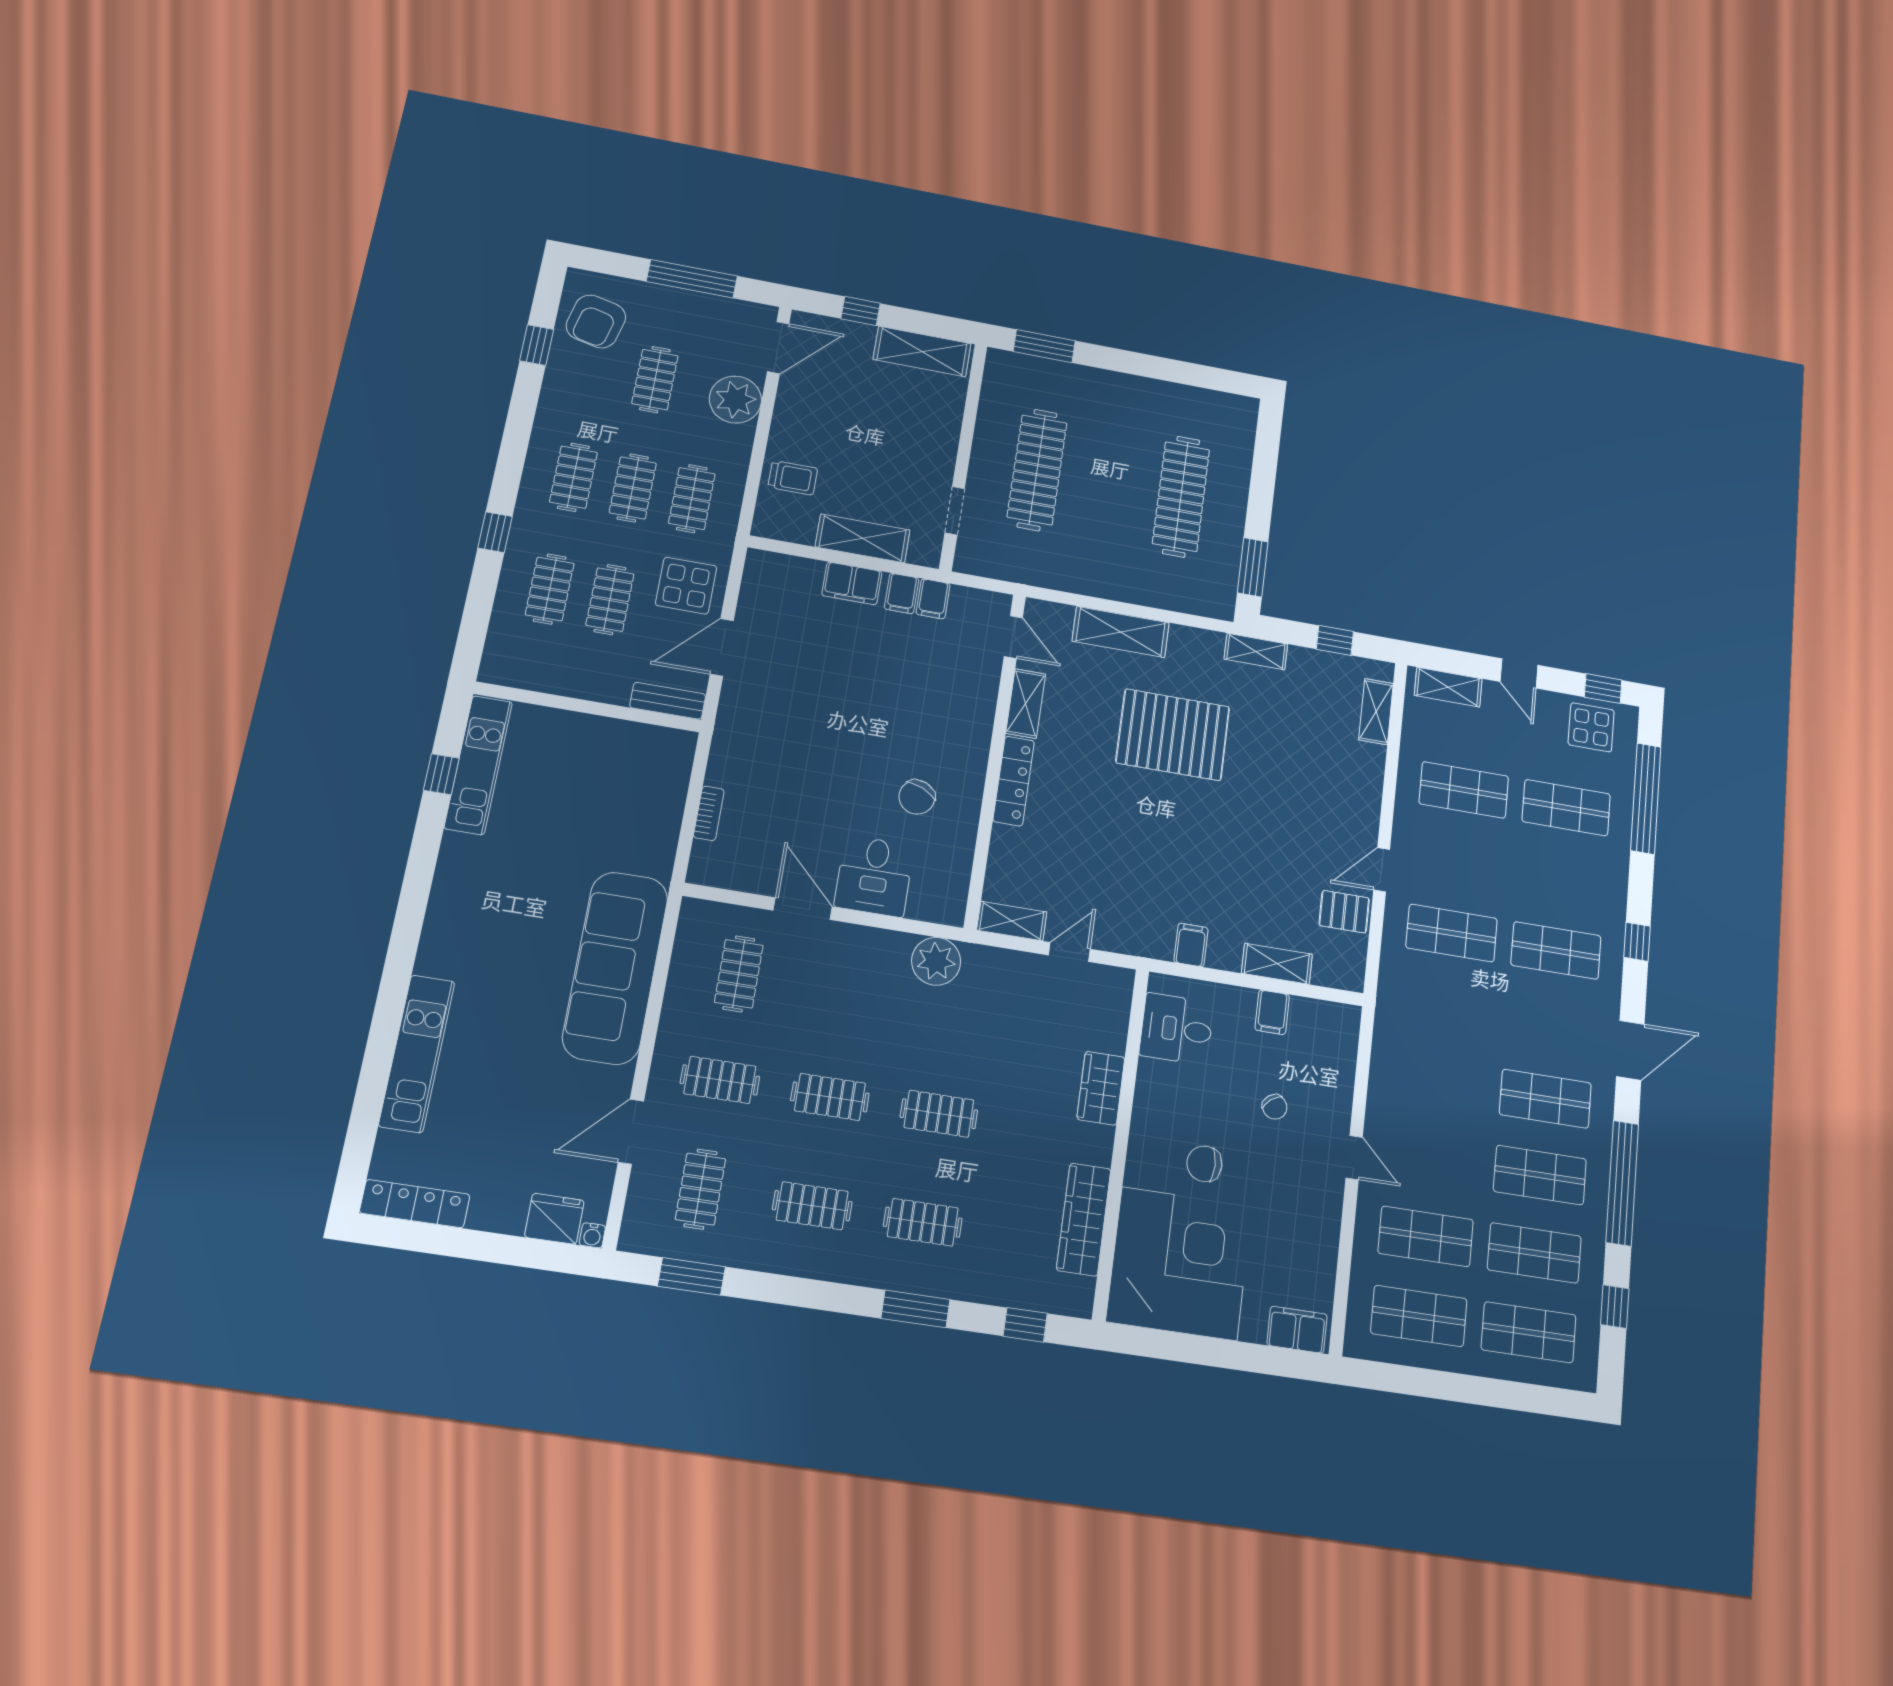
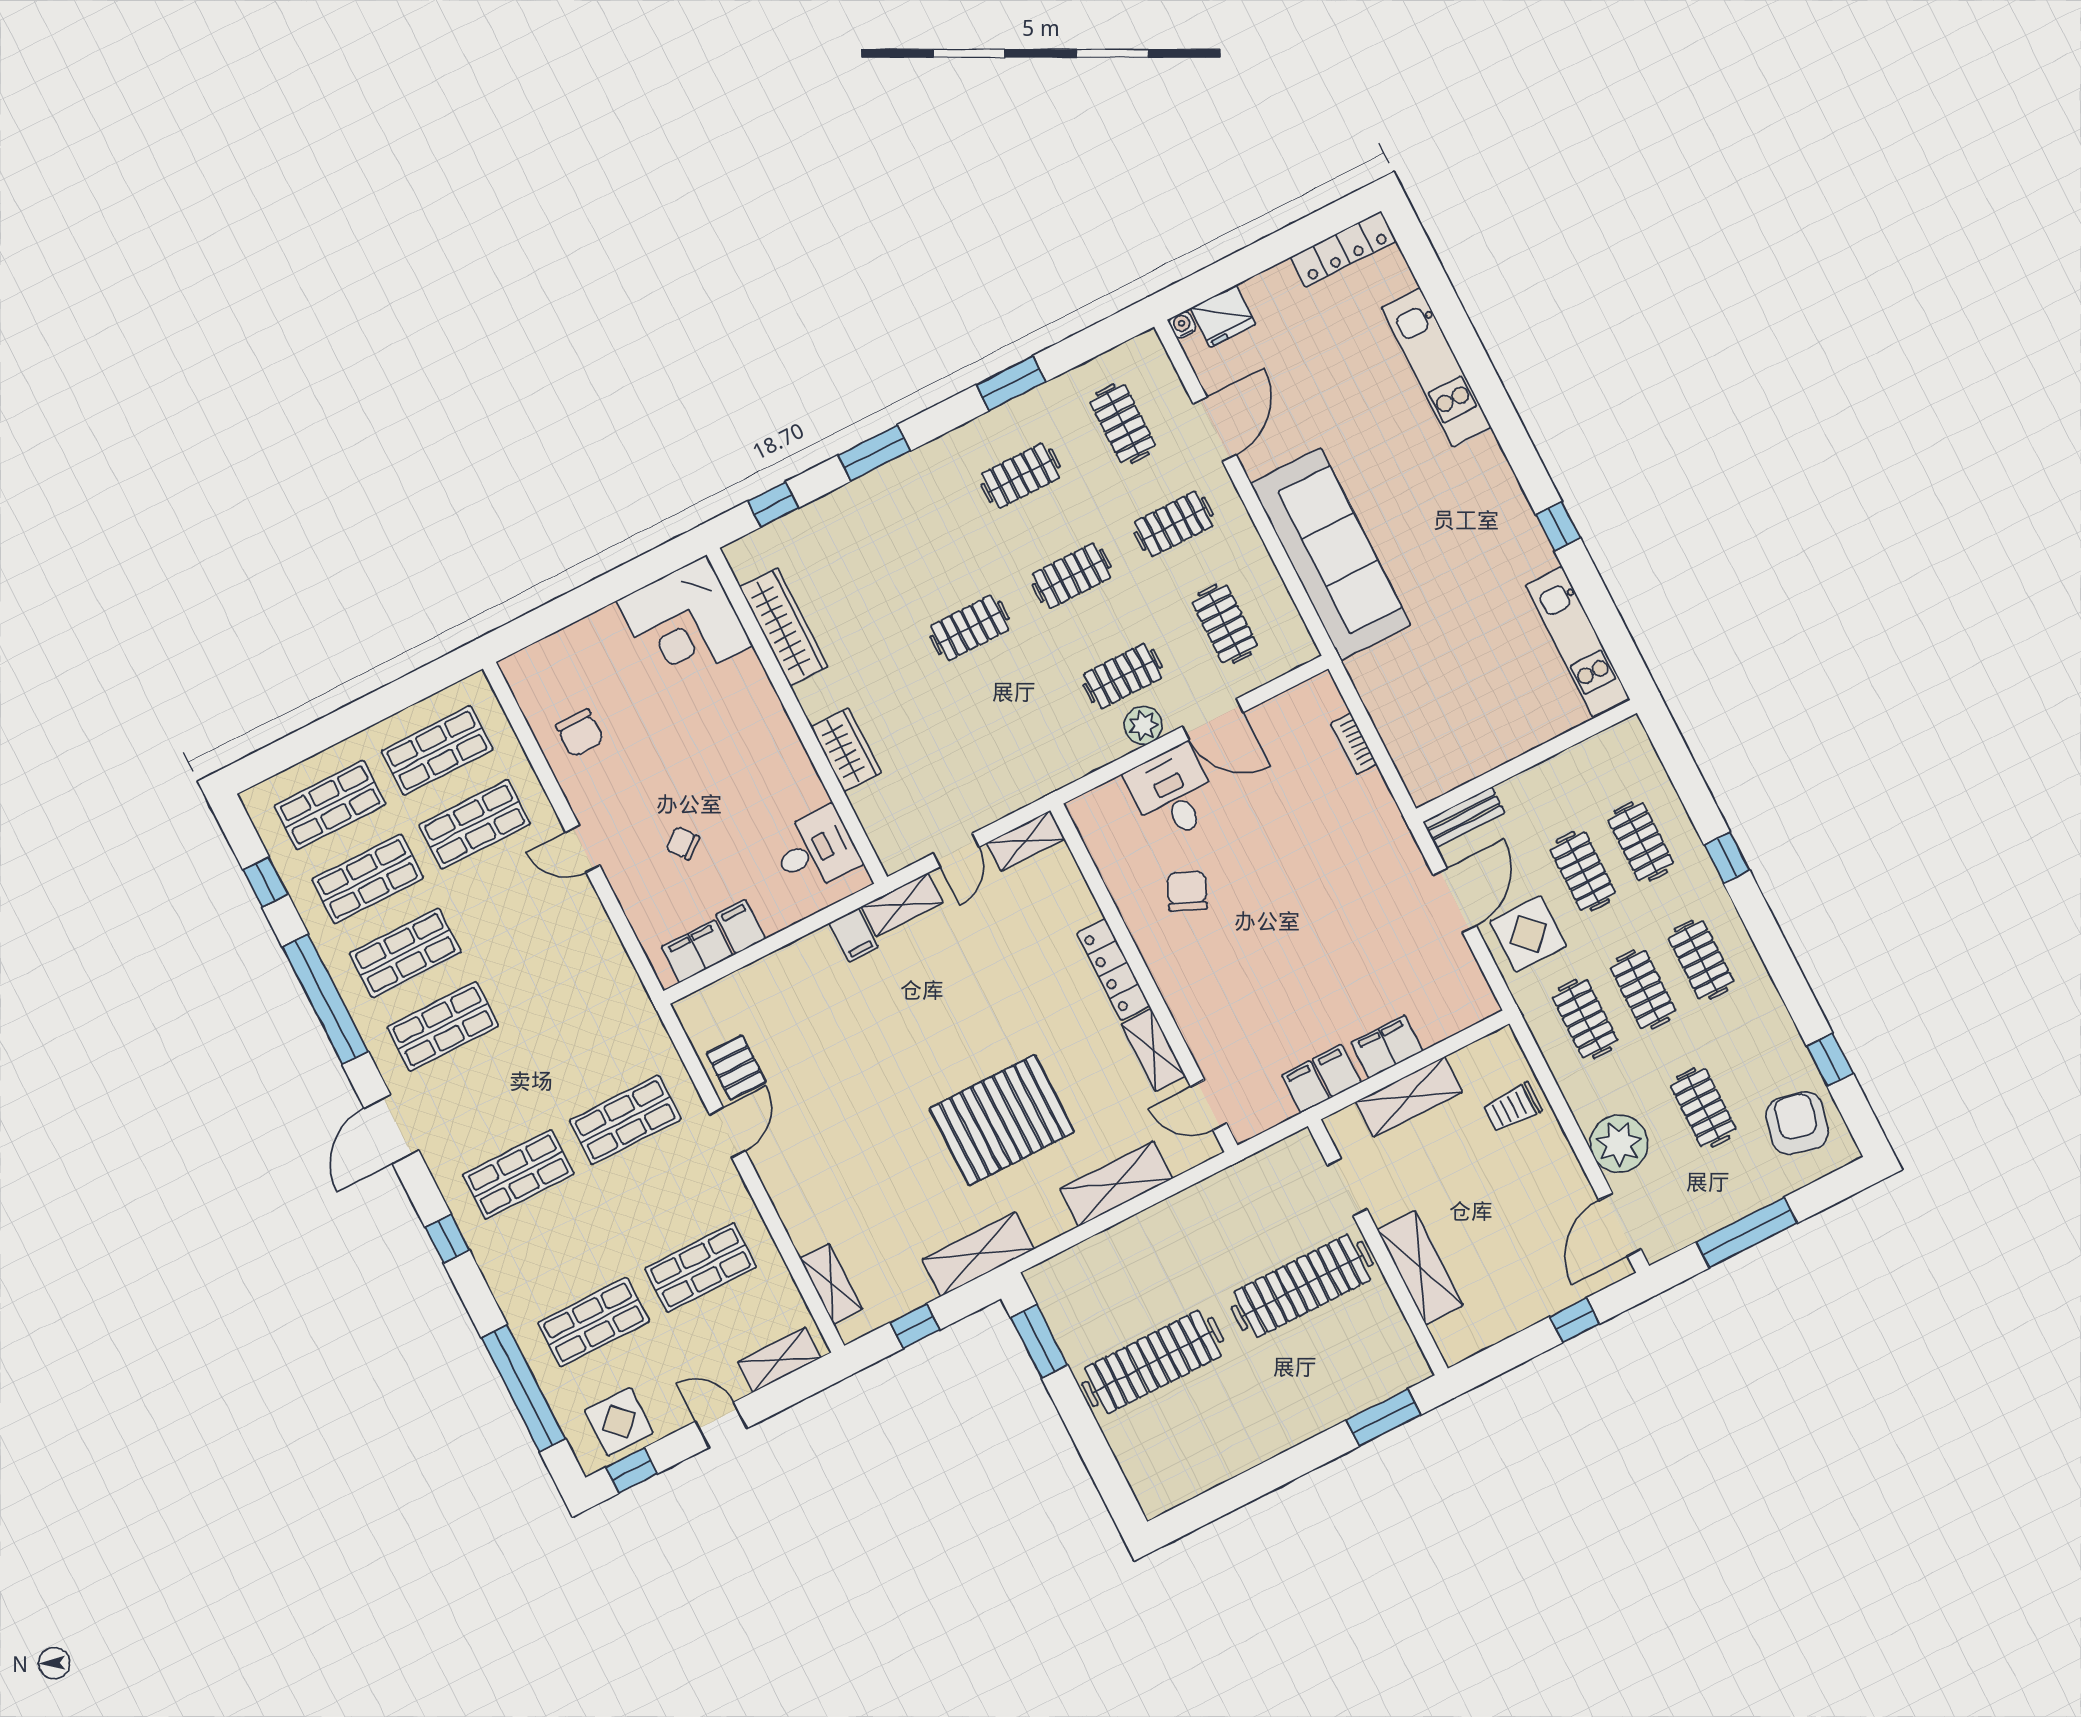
shelving: (922, 351) -> (1420, 1268), moved, turned 90
clothes rail: (1037, 470) -> (1302, 1286), turned 90
clothes rail: (1181, 496) -> (1153, 1362), turned 90
shelving: (1256, 652) -> (978, 1254), width x1.50, depth x1.33
window: (441, 774) -> (1558, 526), moved
pallet: (1344, 912) -> (736, 1068), turned 90
plant: (936, 961) -> (1143, 725), moved, width x0.73, depth x0.73
shelving: (1277, 964) -> (902, 905), moved
chair: (1204, 1164) -> (580, 733), moved, turned 90
clothes rail: (923, 1222) -> (1123, 676), moved
corner desk: (1179, 1263) -> (684, 623), width x0.74, depth x0.74
window: (691, 1276) -> (1011, 383), moved
filing cabinet: (1297, 1330) -> (697, 951), moved, turned 180

